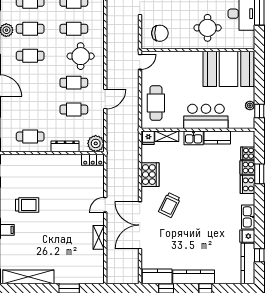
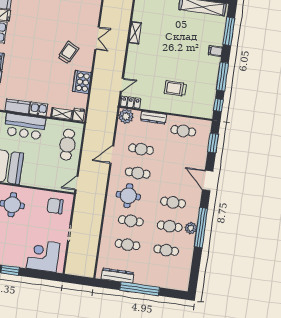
trolley: (27, 205) -> (175, 88), moved
door: (105, 205) -> (122, 85), moved
double door: (140, 225) -> (97, 38), width x0.54

